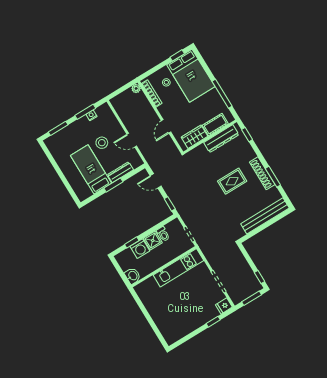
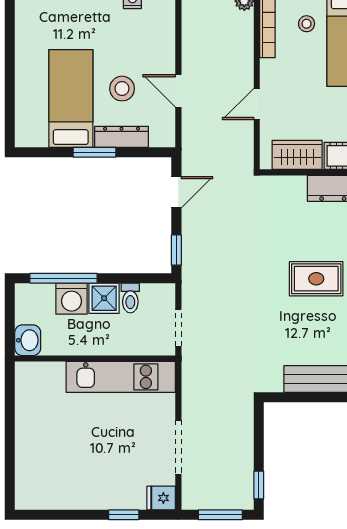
stool: (102, 143) -> (122, 89), moved
door: (156, 181) -> (176, 192), swing flipped
window: (132, 242) -> (63, 278), width x2.17

